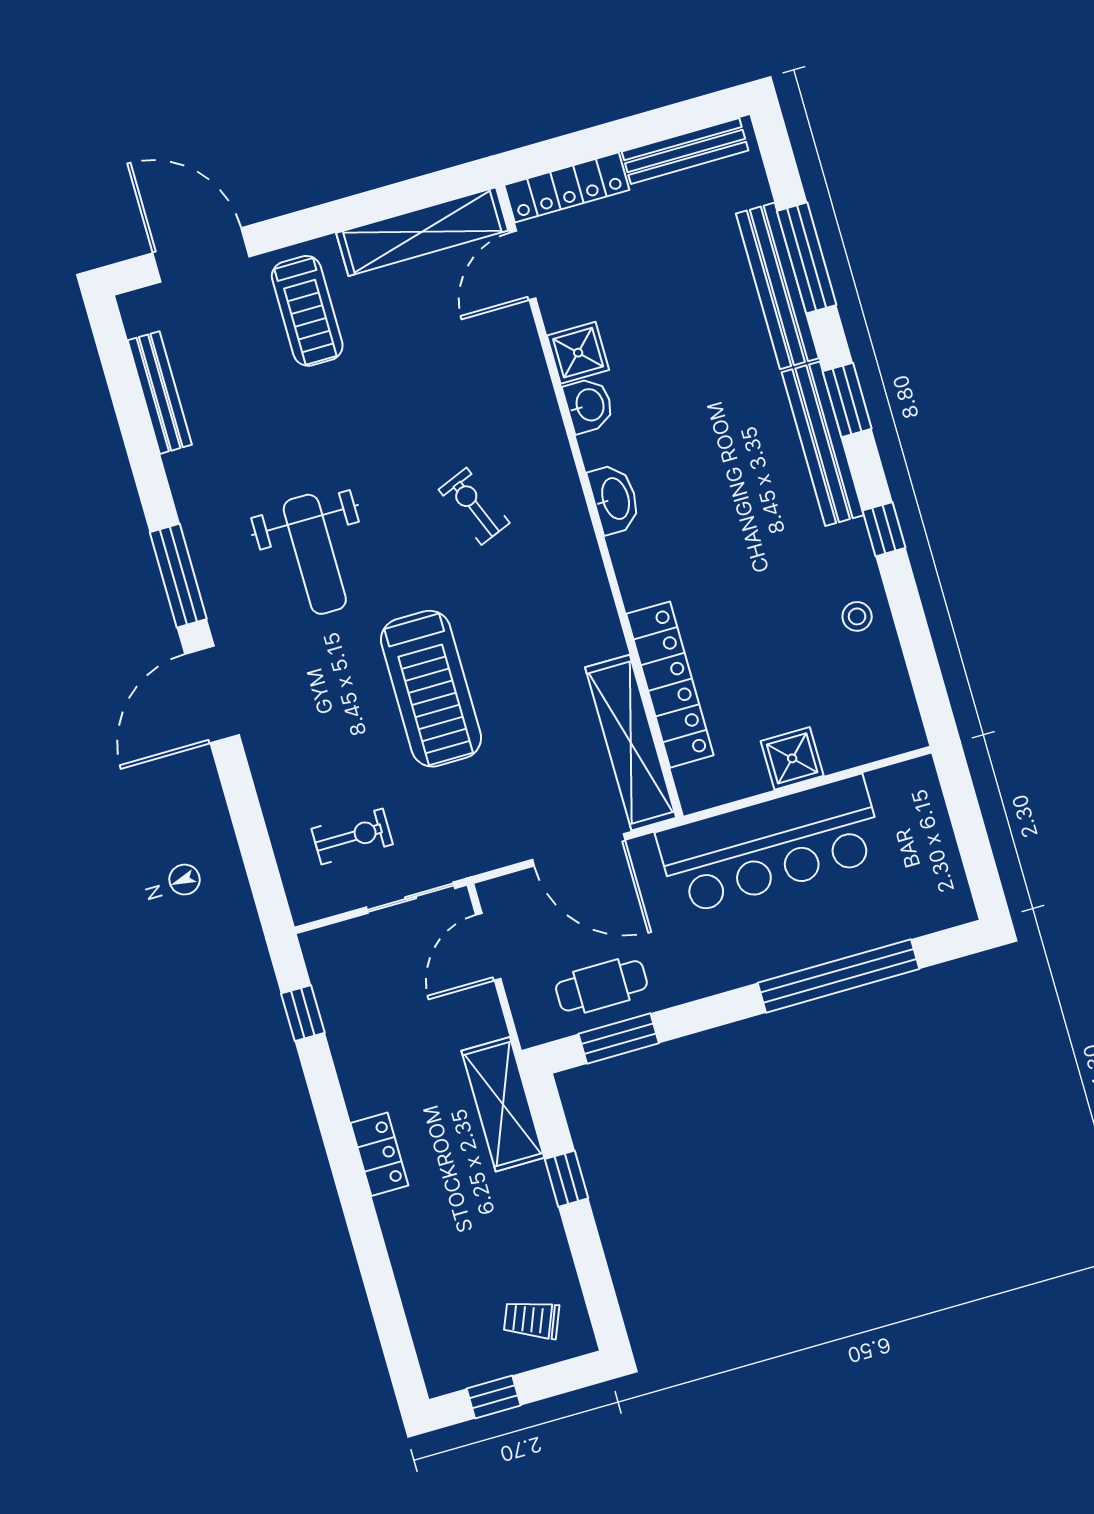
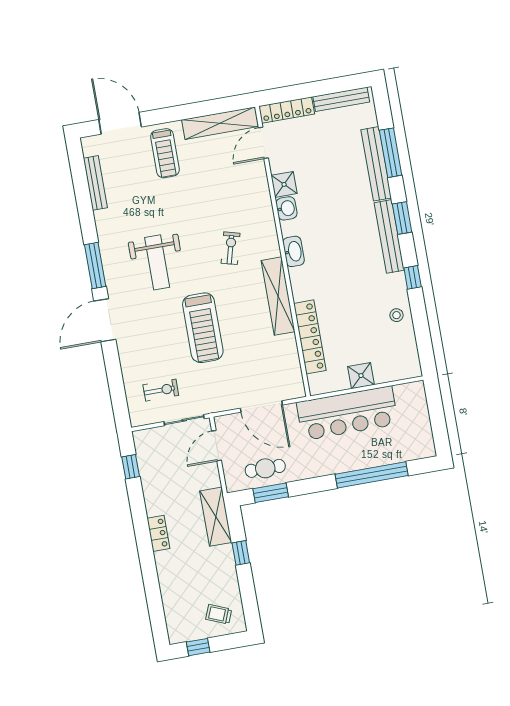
exercise bike: (474, 506) -> (231, 248), turned 37
shelving: (631, 743) -> (278, 296), moved

